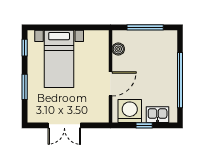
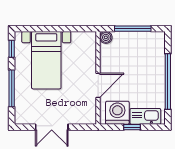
boiler: (118, 49) -> (106, 37), moved
window: (25, 87) -> (12, 88), width x1.44
kitchen sink: (158, 115) -> (145, 116), width x1.38

